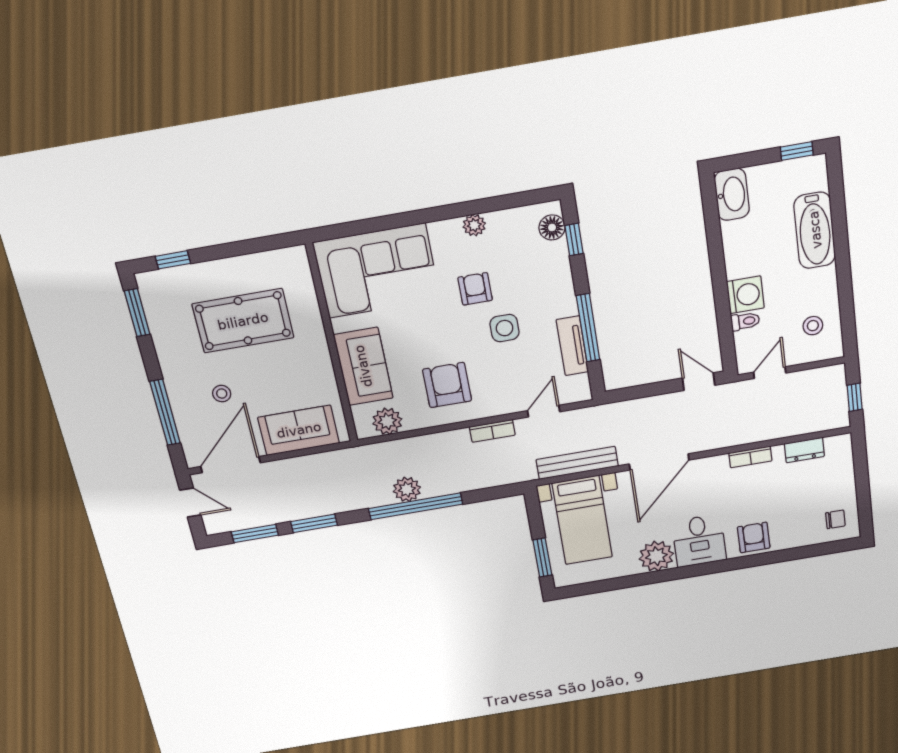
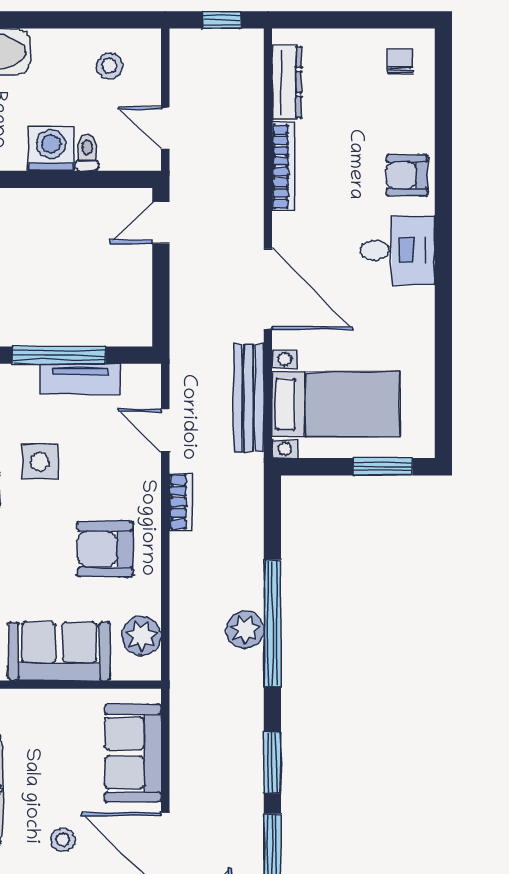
dresser: (804, 450) -> (287, 82), width x1.44
bookcase: (750, 457) -> (283, 167), width x1.56
plant: (656, 556) -> (411, 311), removed

